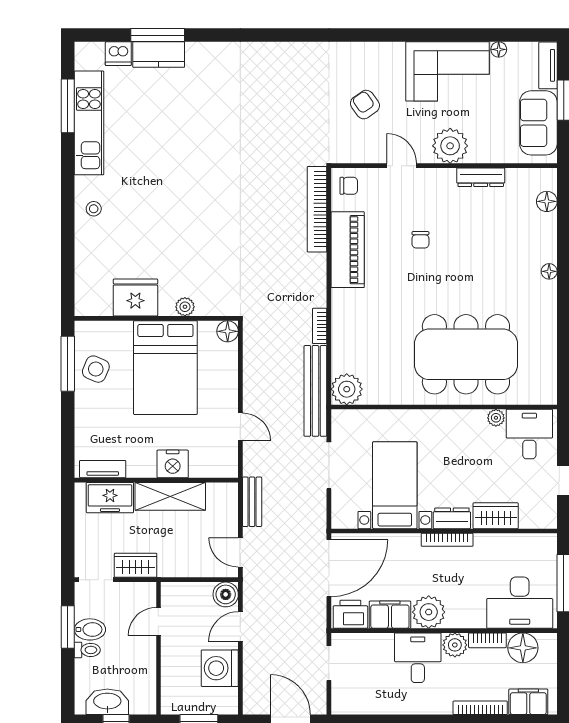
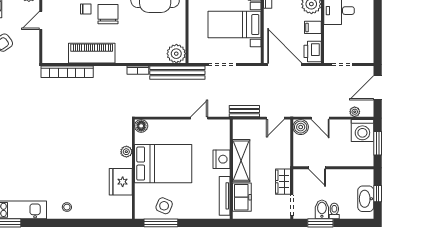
chair: (349, 186) -> (108, 14), moved, width x1.87, depth x1.87
tv unit: (103, 469) -> (225, 196), width x1.41
filing cabinet: (390, 615) -> (313, 27), width x0.50
washing machine: (220, 668) -> (362, 131), moved
plant: (251, 684) -> (355, 112), added

